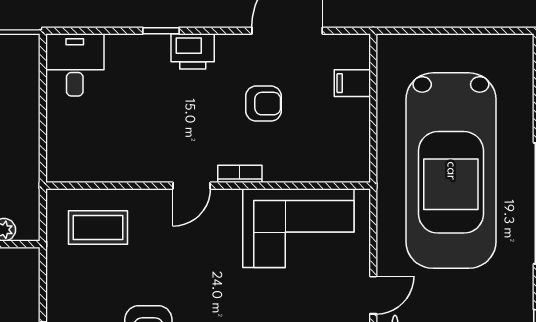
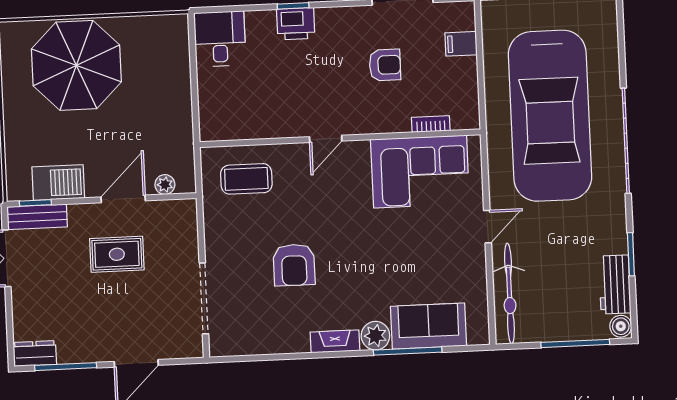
printer: (193, 51) -> (296, 24), moved
bookcase: (240, 174) -> (431, 124), moved

